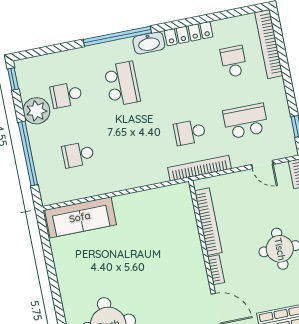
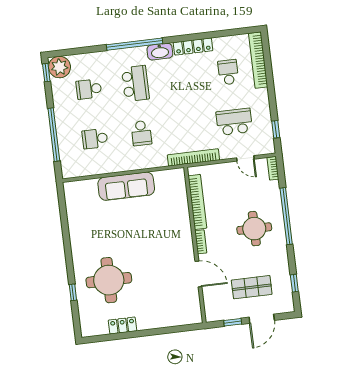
plant: (36, 111) -> (59, 67), moved
school desk: (190, 132) -> (141, 133), moved, turned -90
sofa: (80, 217) -> (126, 186), moved

